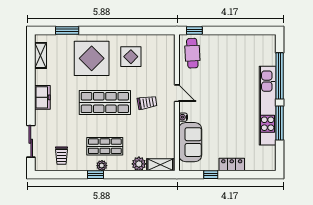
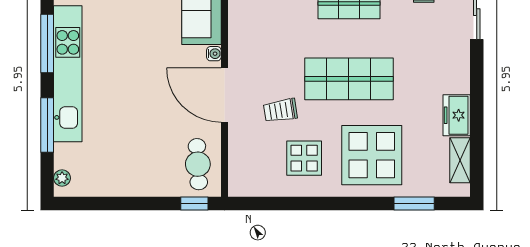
plant: (271, 45) -> (62, 178), added
window: (280, 76) -> (47, 125), width x0.68
door: (177, 93) -> (224, 95), width x1.88
freezer: (42, 97) -> (457, 115), moved
trolley: (147, 103) -> (280, 110), moved

